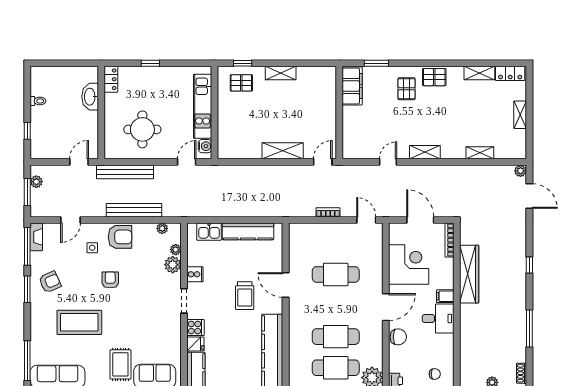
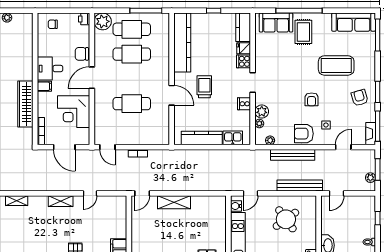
round table: (142, 129) -> (286, 219), turned -36
armchair: (50, 282) -> (360, 98), turned 98

